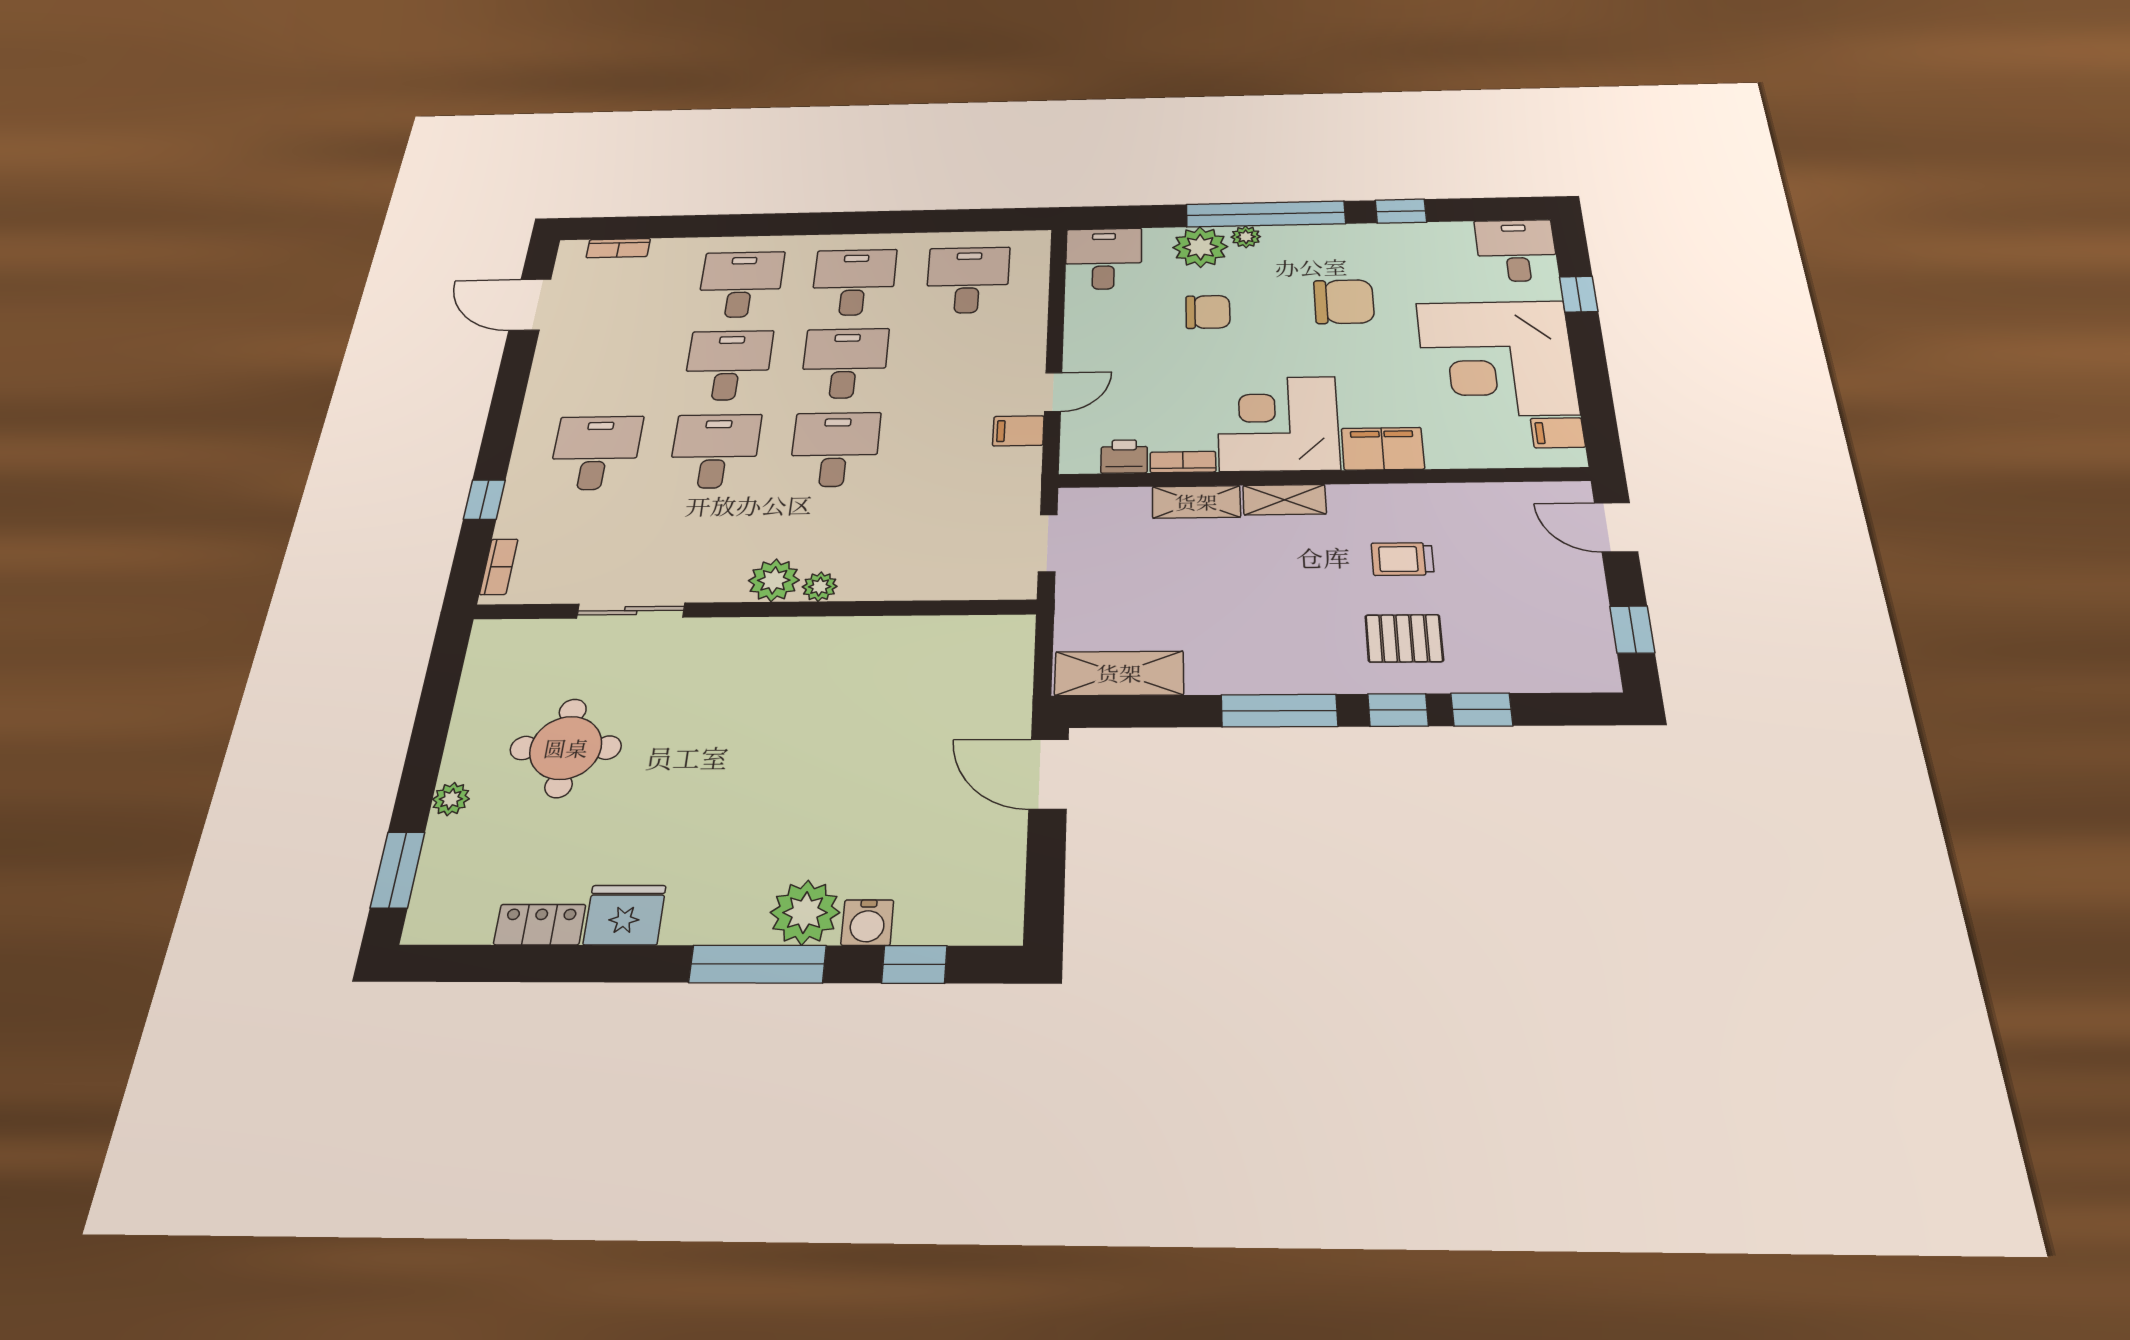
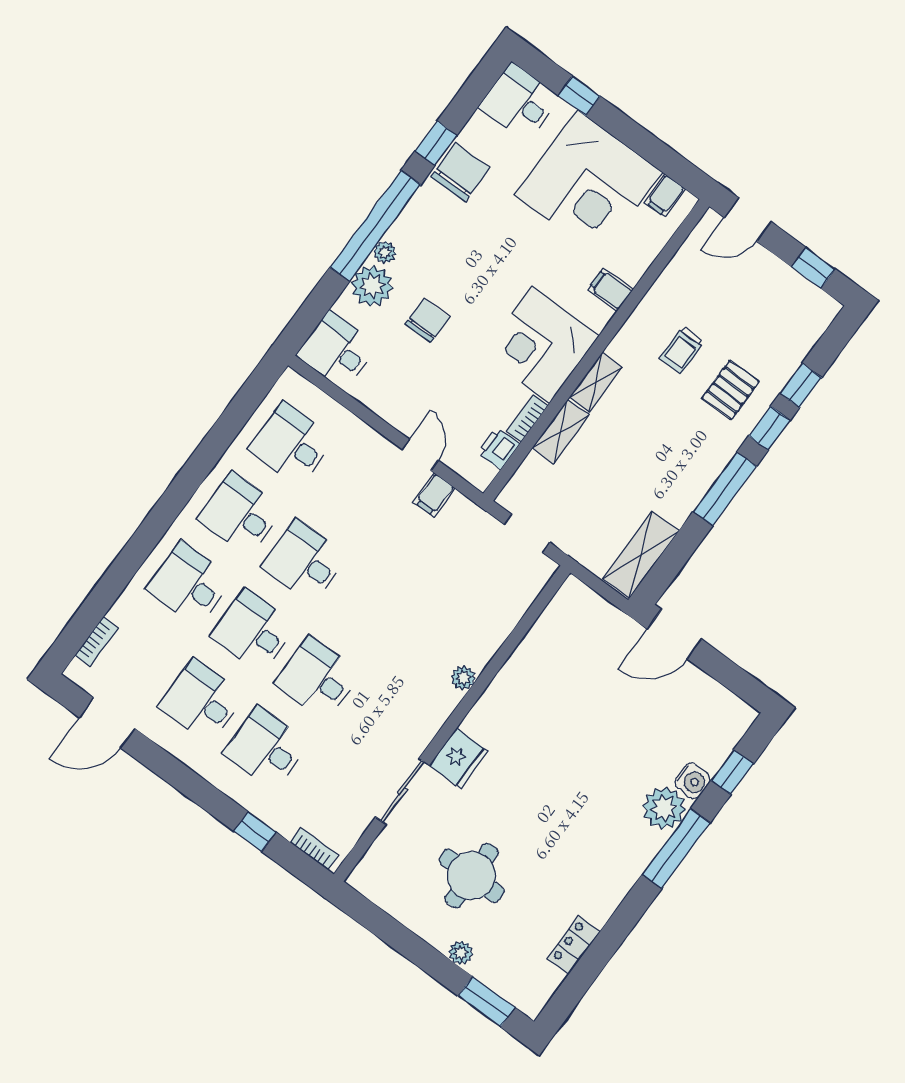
chair: (1344, 302) -> (460, 172), moved
desk: (835, 449) -> (202, 701), moved
filing cabinet: (1383, 449) -> (611, 289), width x0.50
plant: (774, 580) -> (440, 700), removed
fridge: (625, 915) -> (459, 758), moved, turned 180

